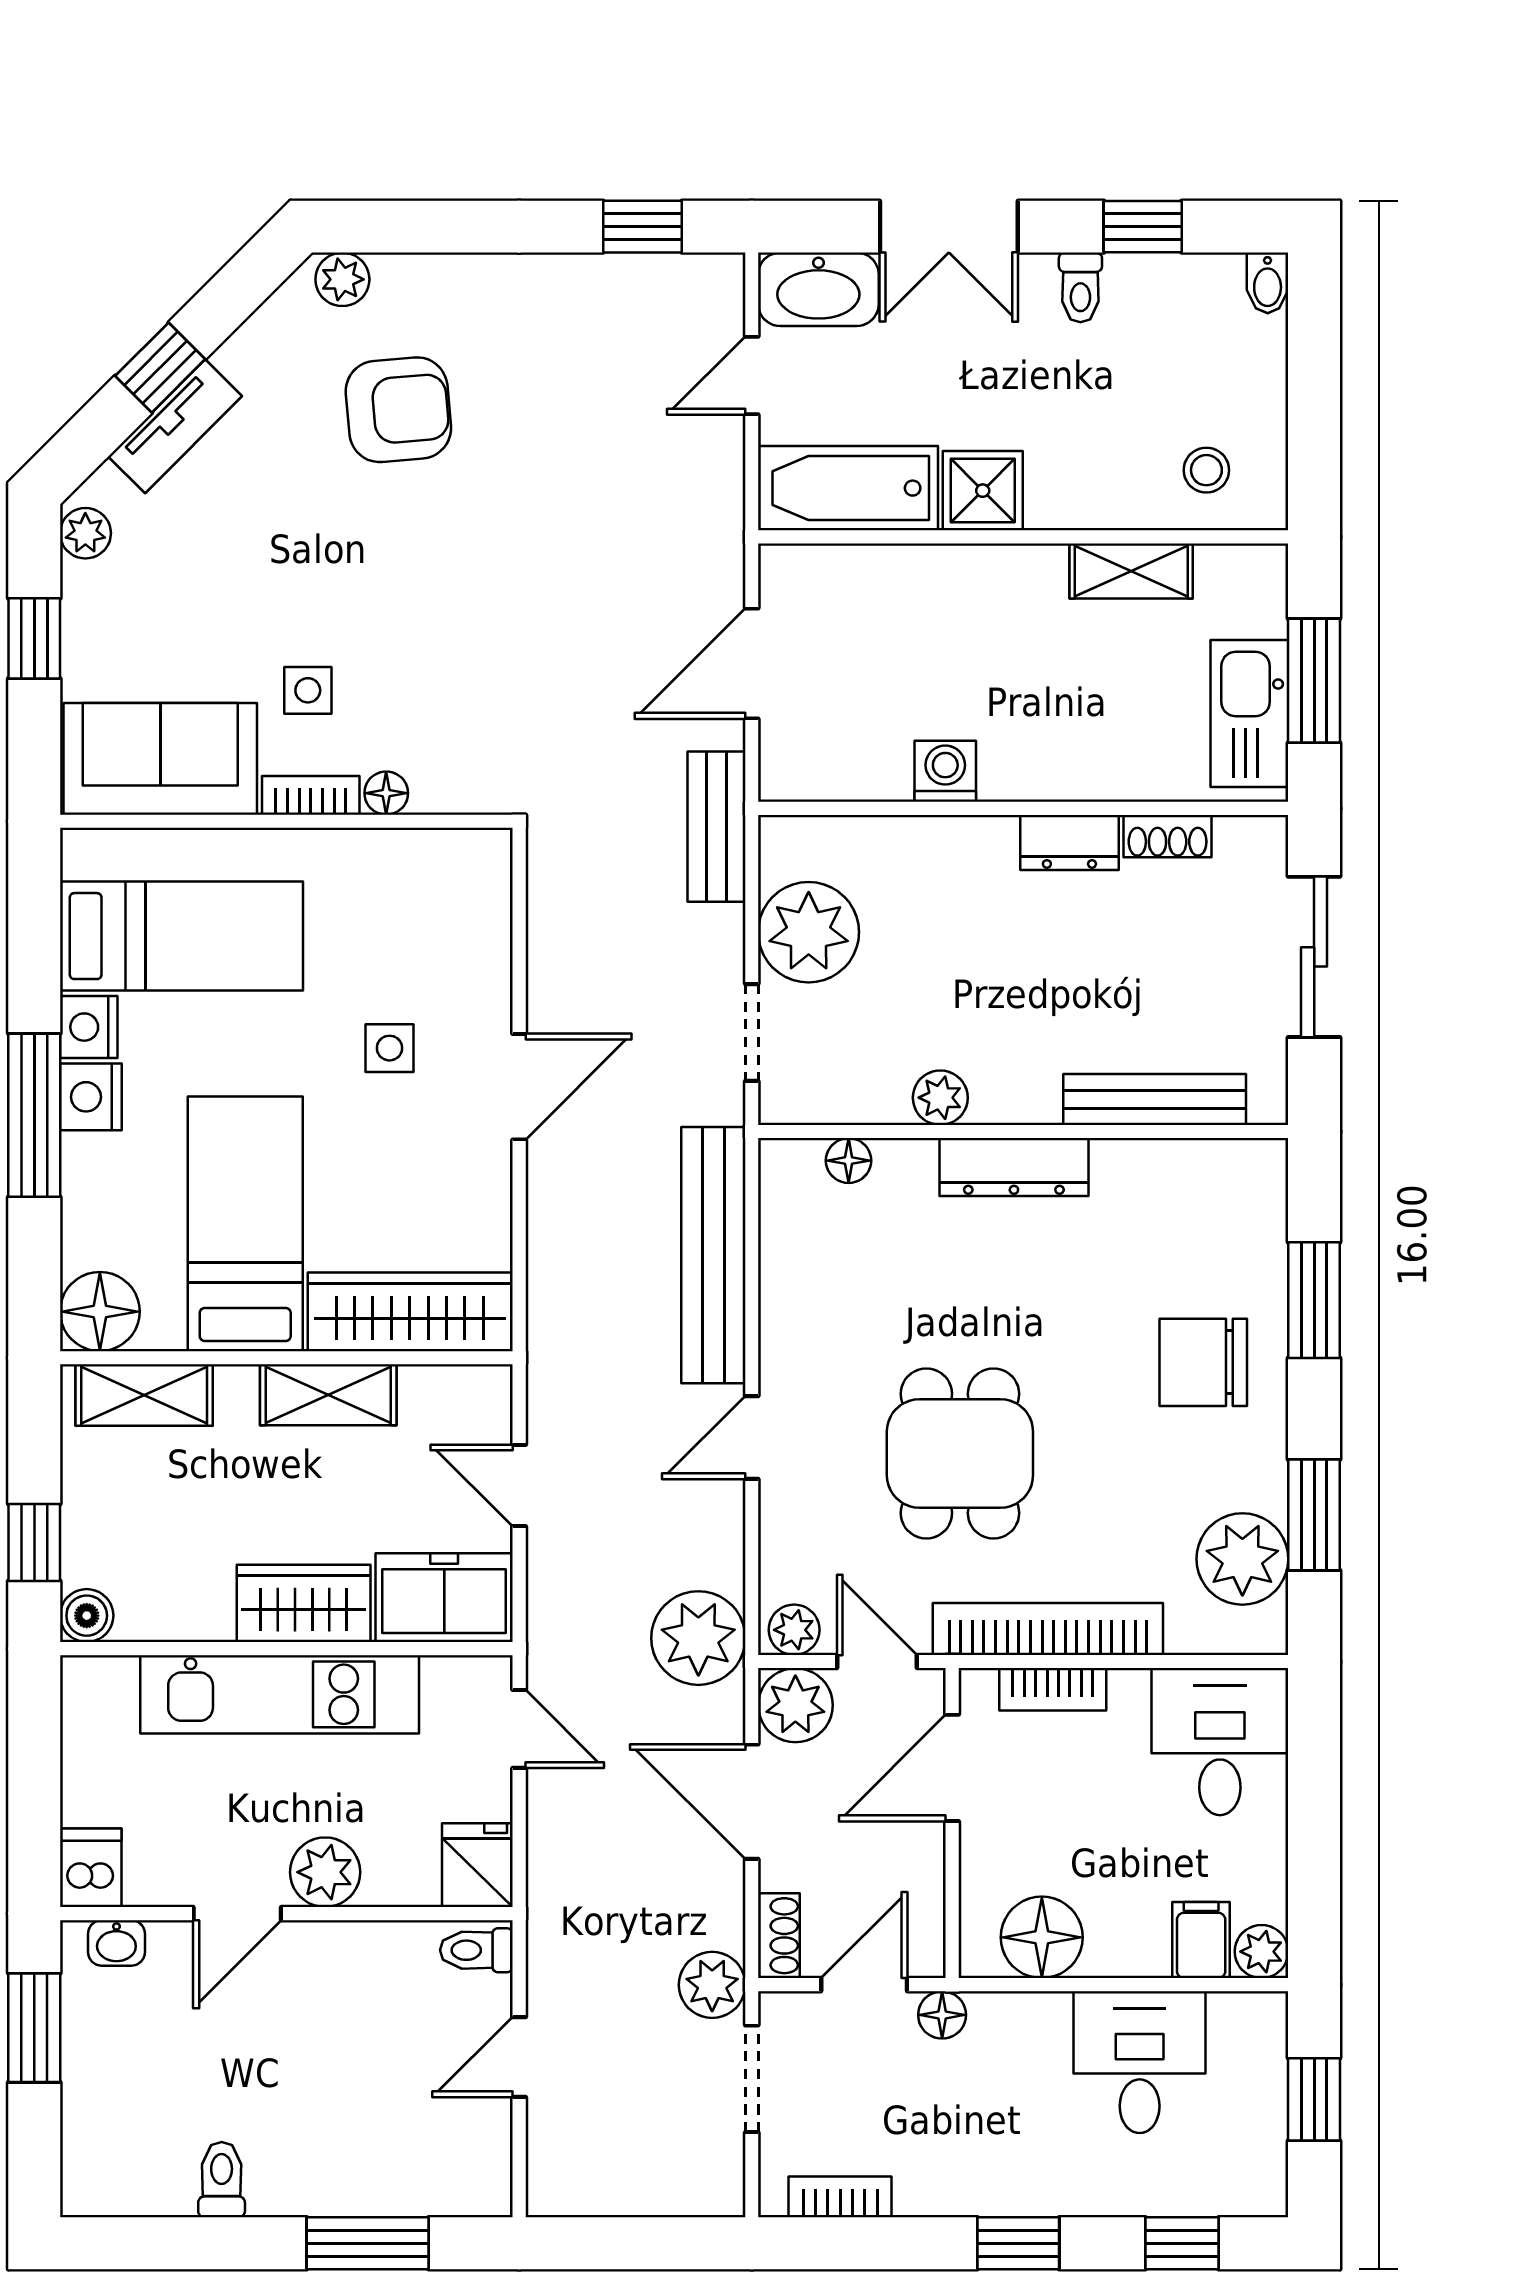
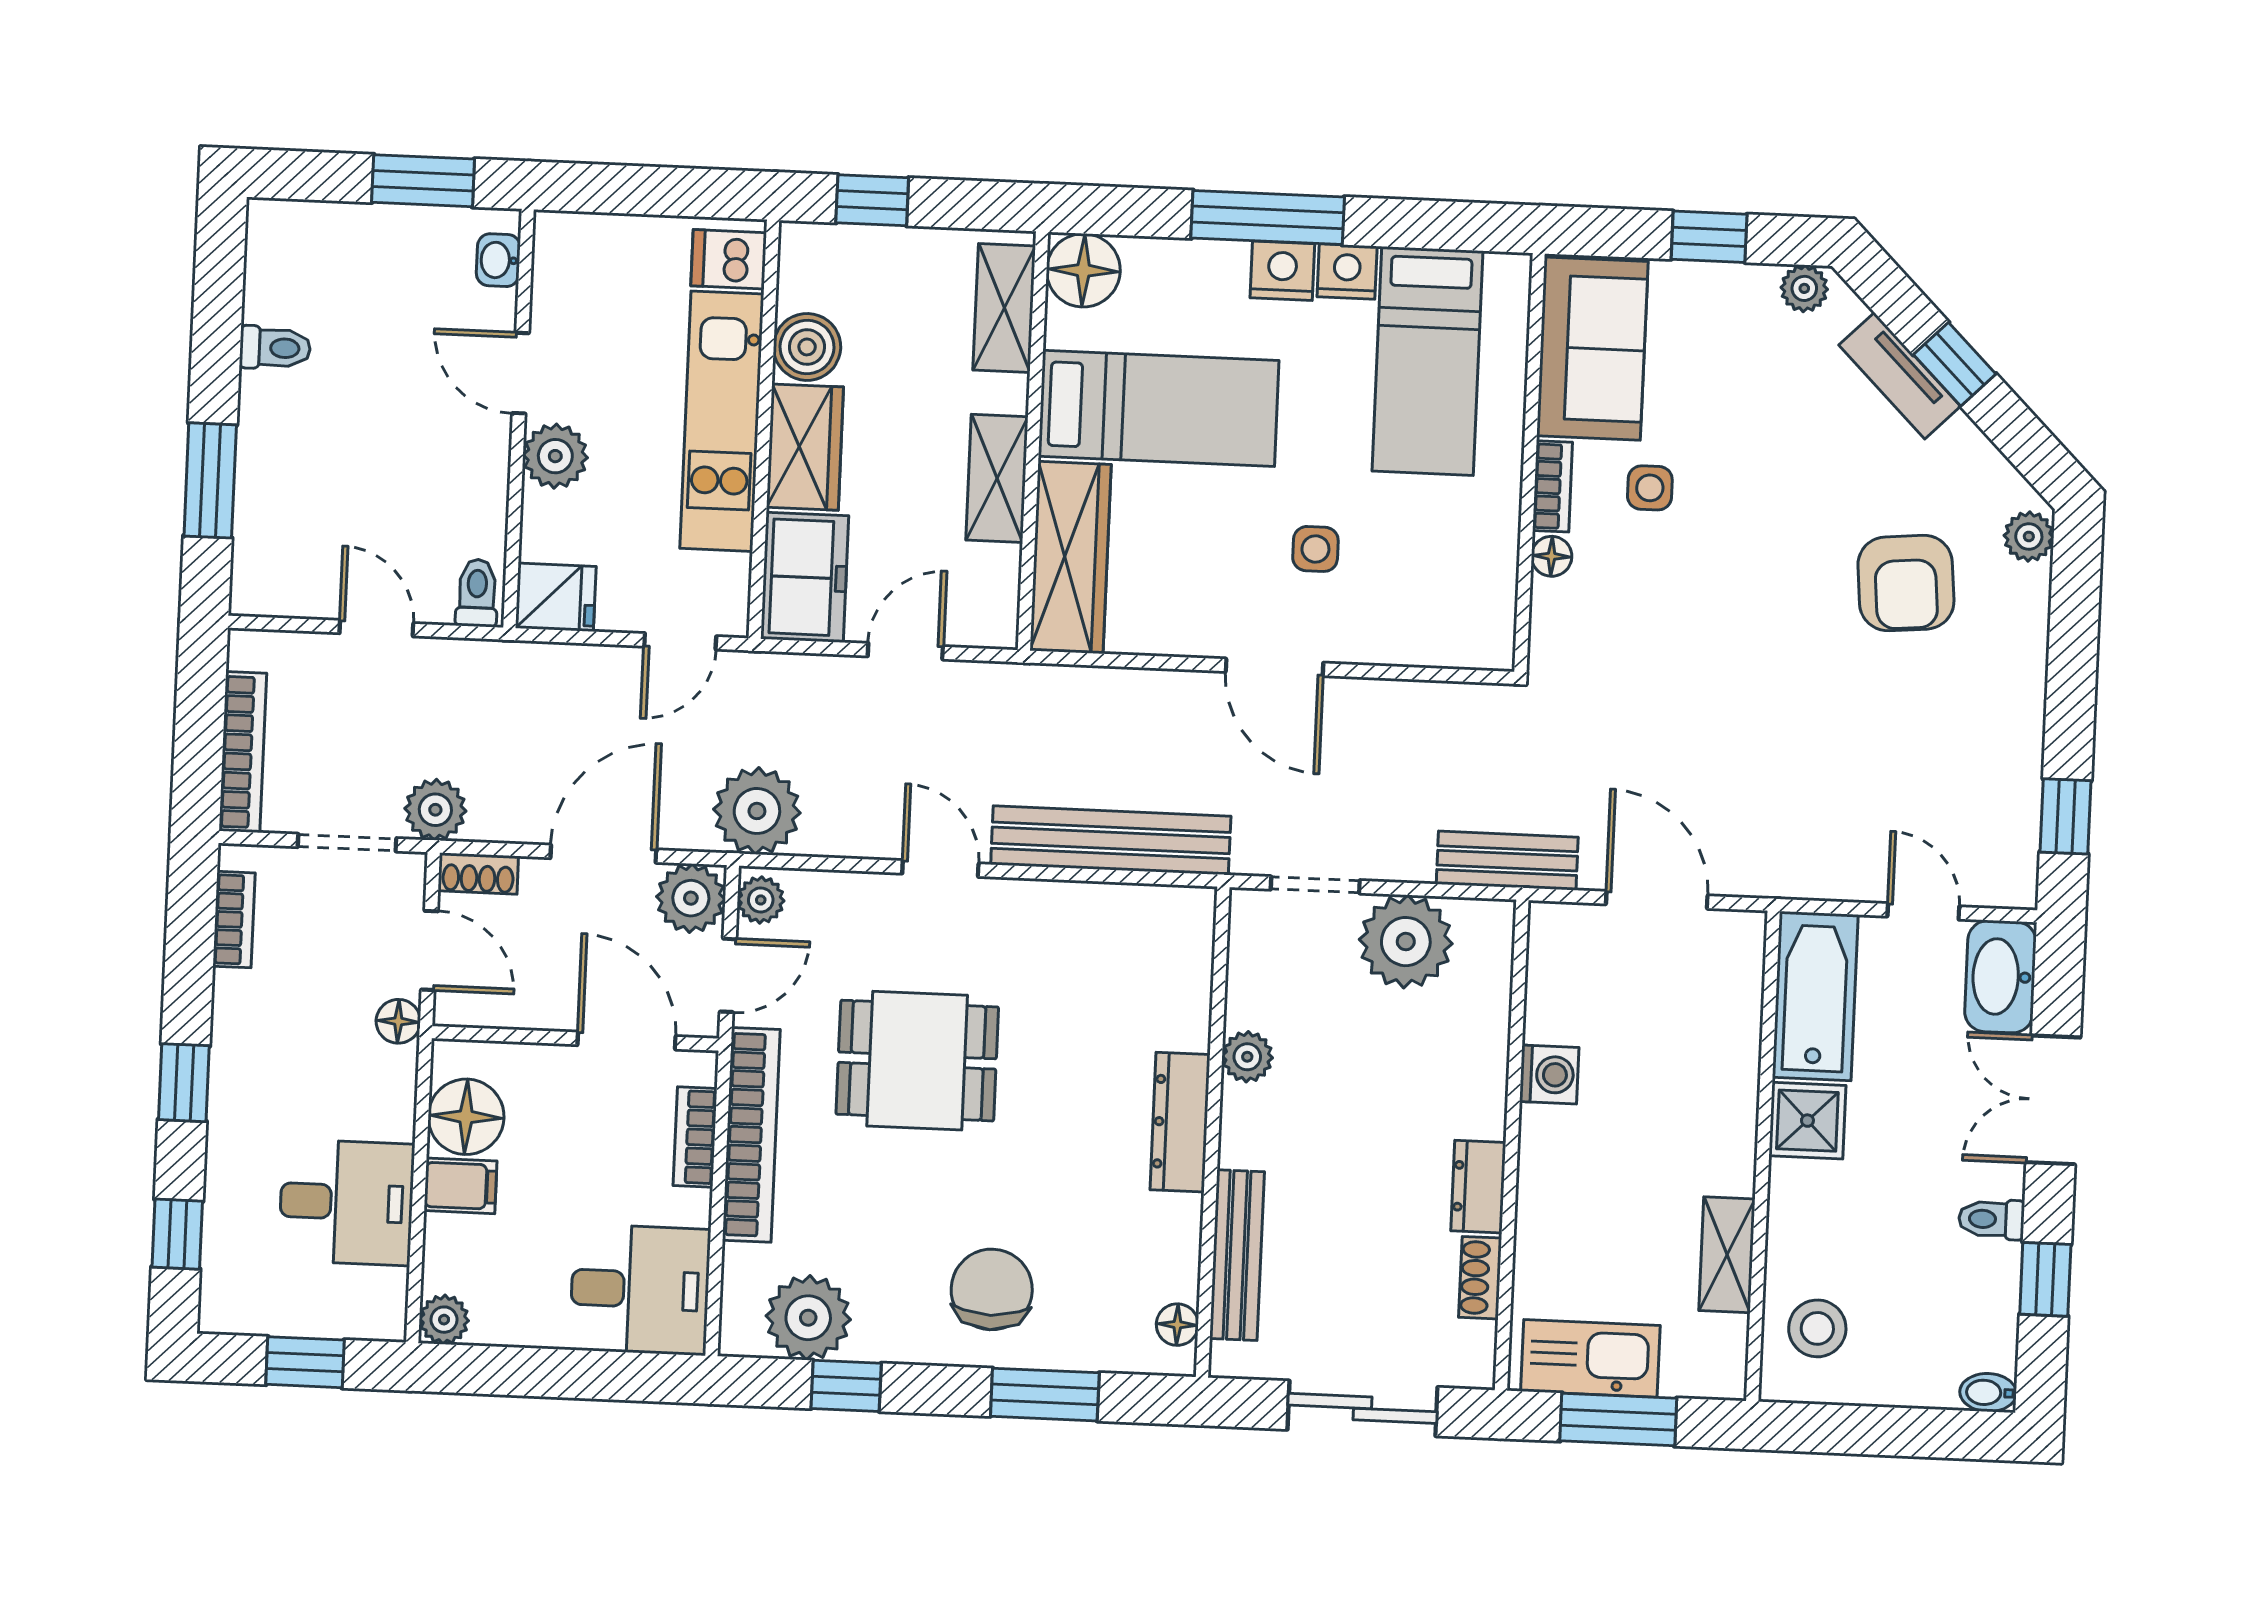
stool: (1206, 470) -> (1817, 1328), width x1.37, depth x1.37
floor lamp: (849, 1161) -> (1177, 1325), moved
window: (1314, 1515) -> (846, 1386), width x0.67
boiler: (87, 1616) -> (807, 347), moved, width x1.36, depth x1.36
dishwasher: (91, 1868) -> (729, 259), moved, turned 180
filing cabinet: (1201, 1940) -> (460, 1186), moved
bookcase: (659, 2195) -> (243, 752), added

